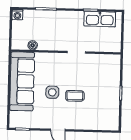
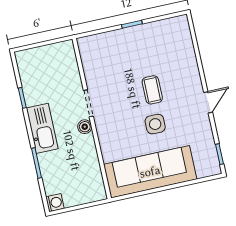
kitchen sink: (100, 19) -> (42, 128), moved
boiler: (33, 45) -> (85, 127), moved

